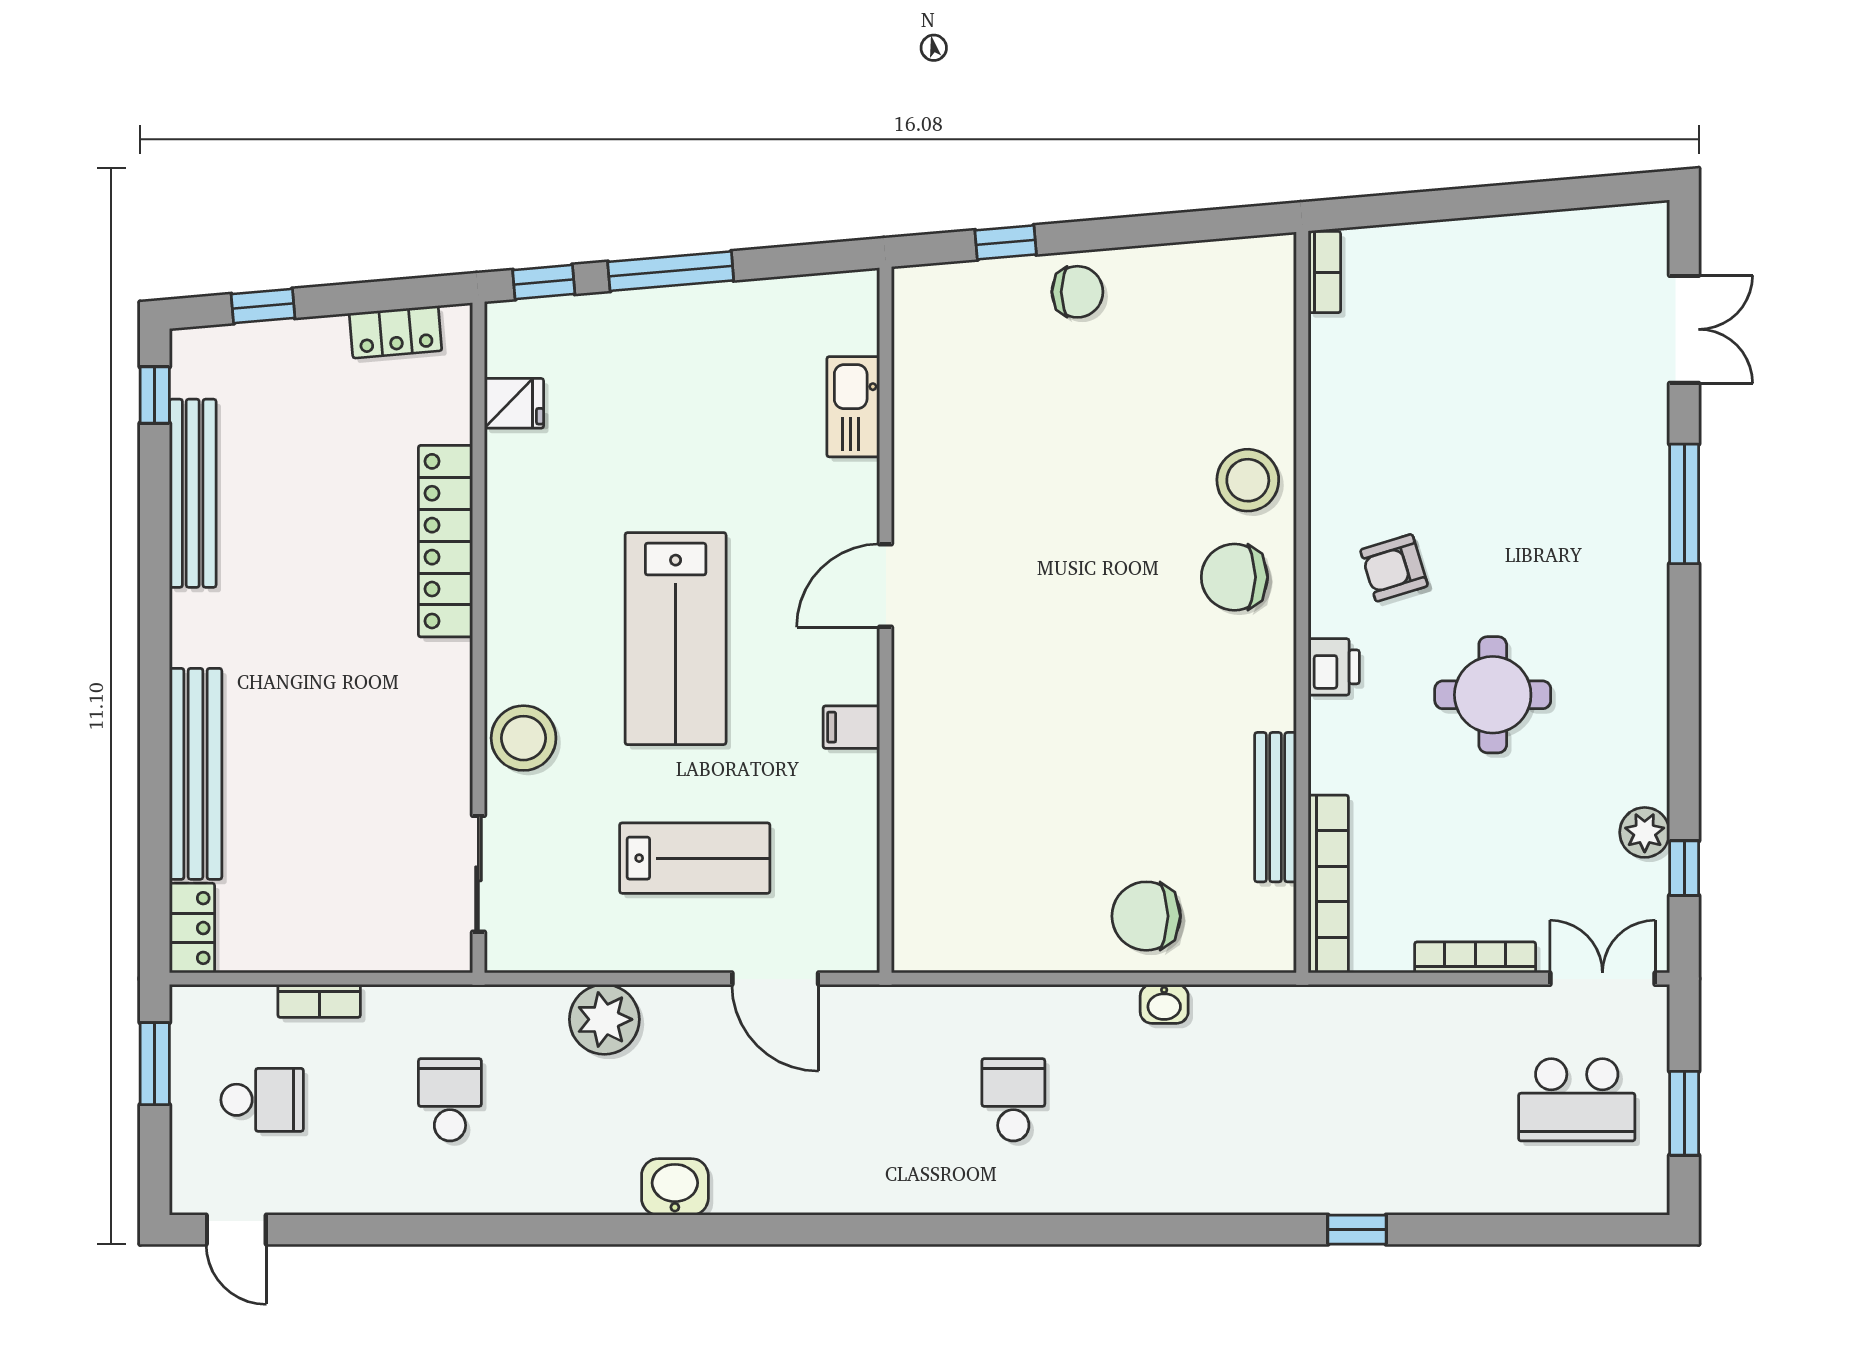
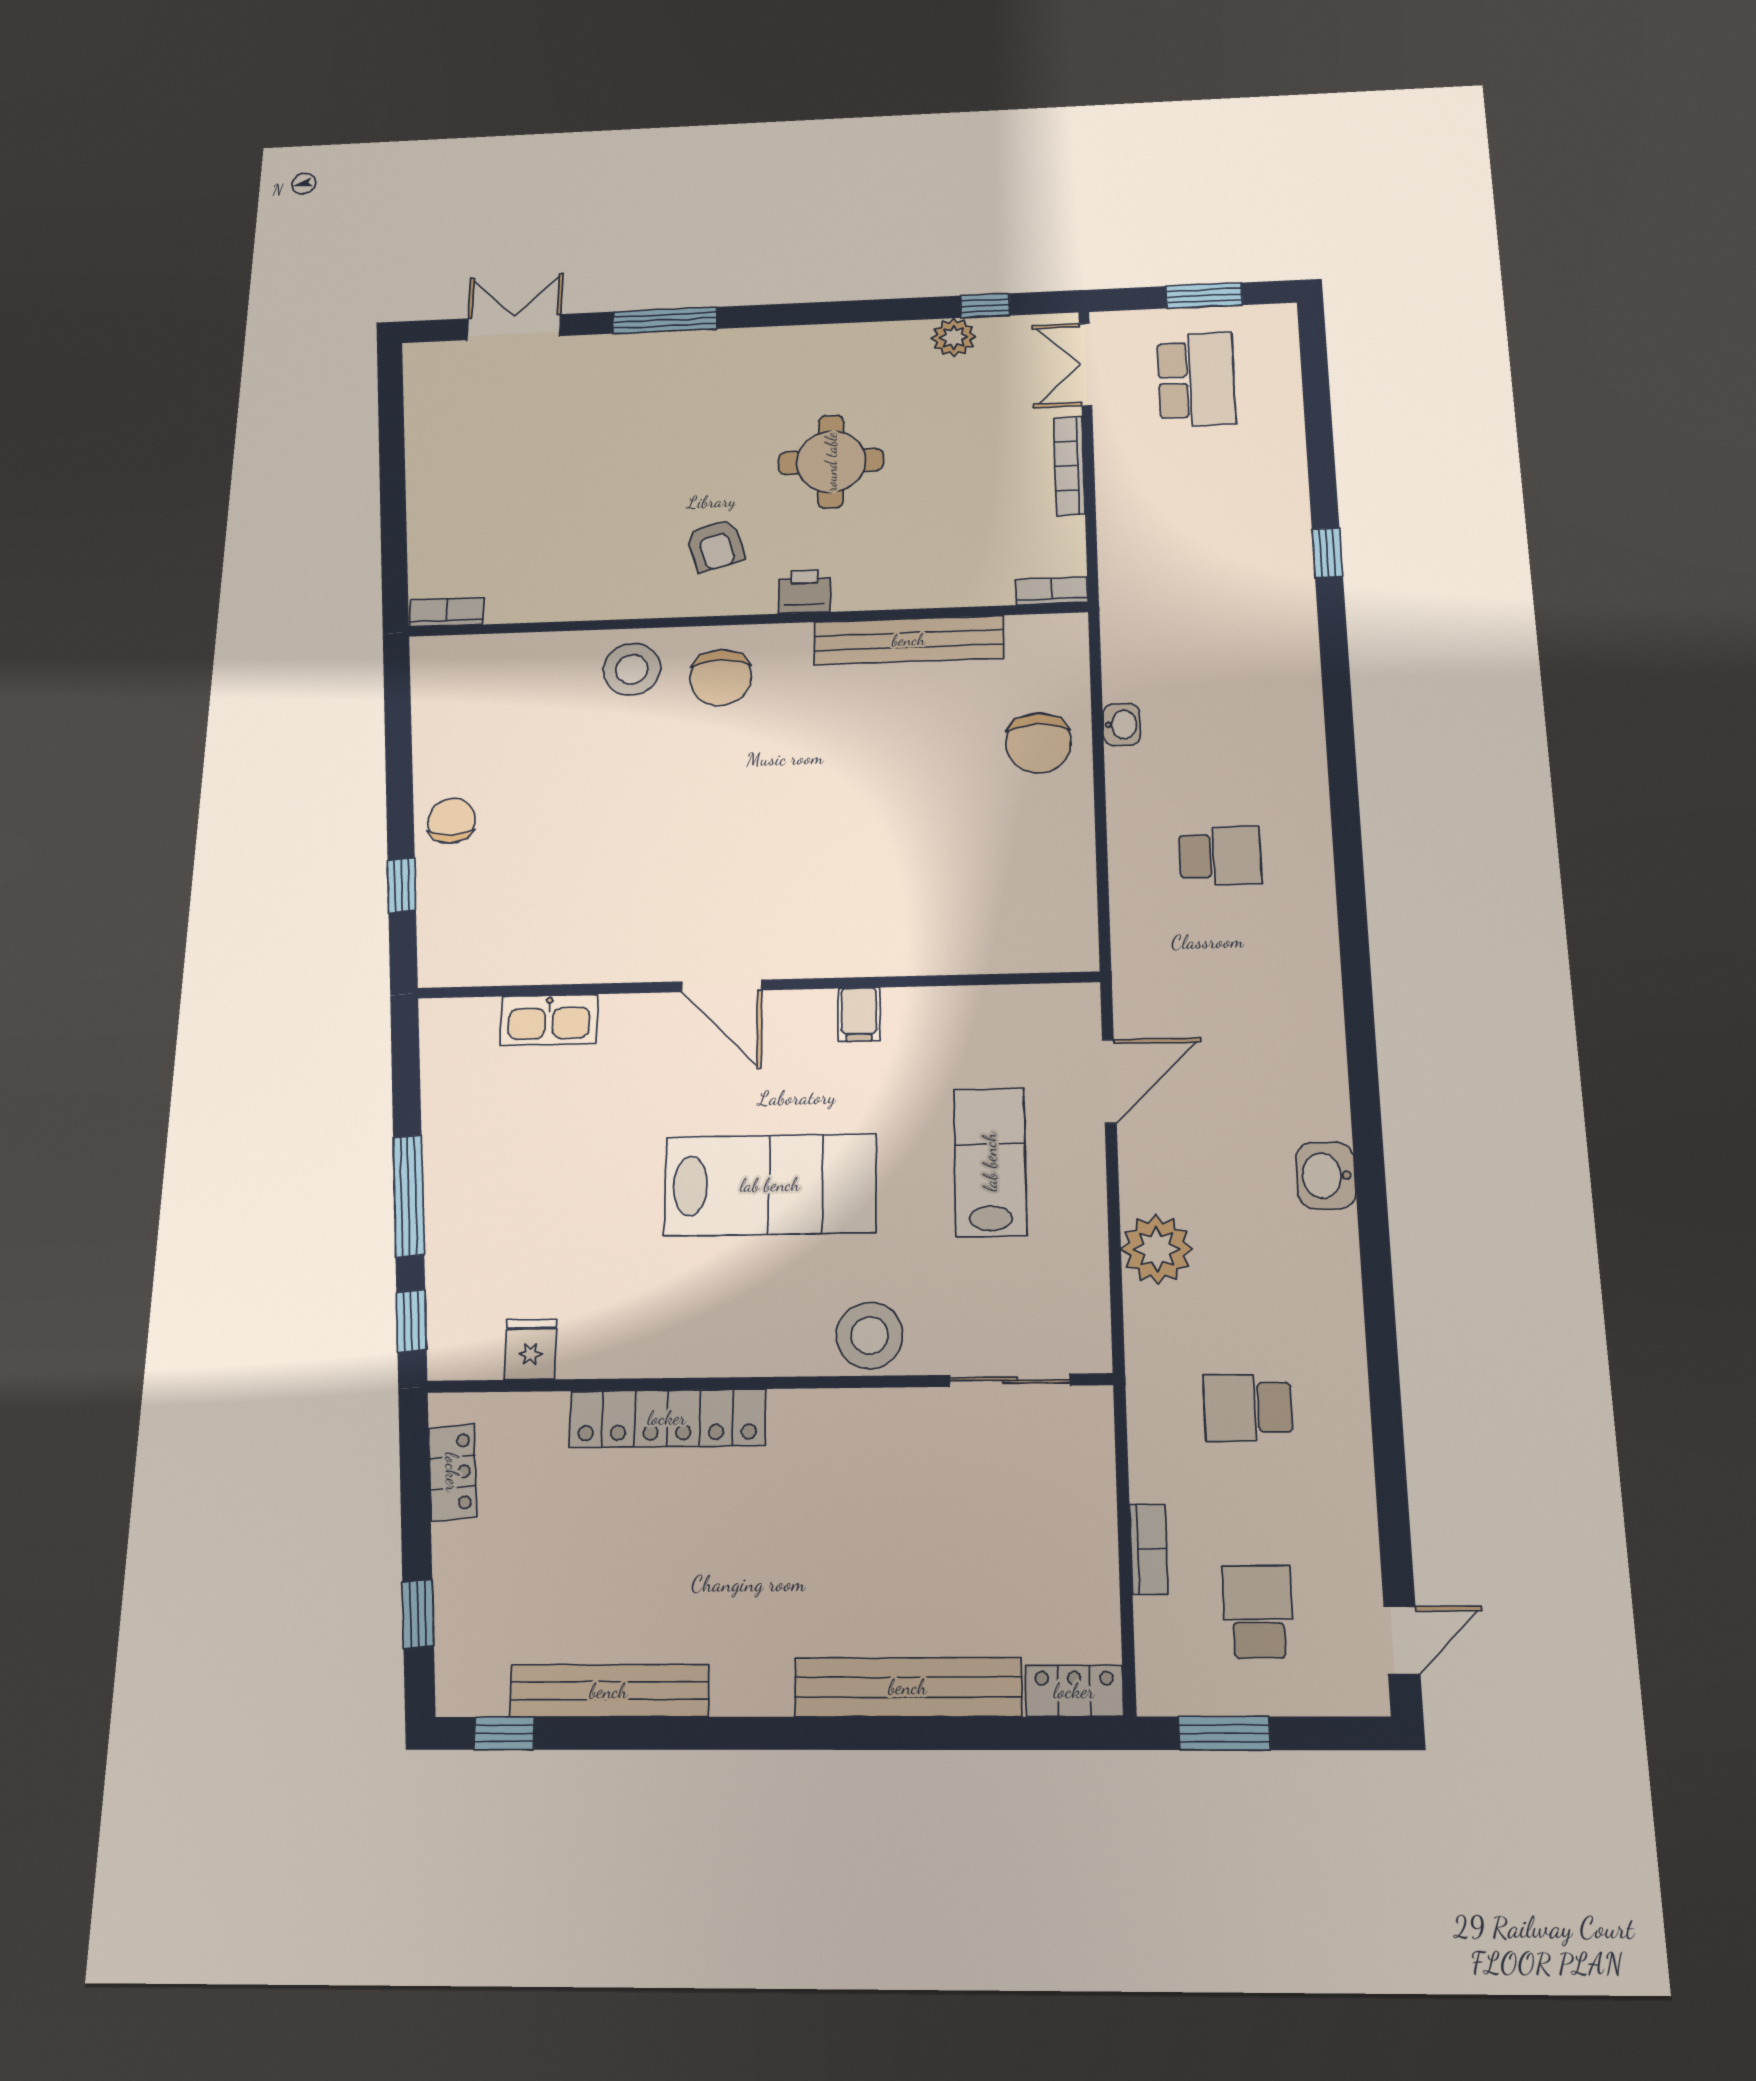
bench: (1276, 807) -> (909, 640), width x1.37, depth x1.21
bookcase: (1328, 884) -> (1052, 591), width x0.43, depth x0.76
school desk: (1013, 1100) -> (1220, 856), turned 180

